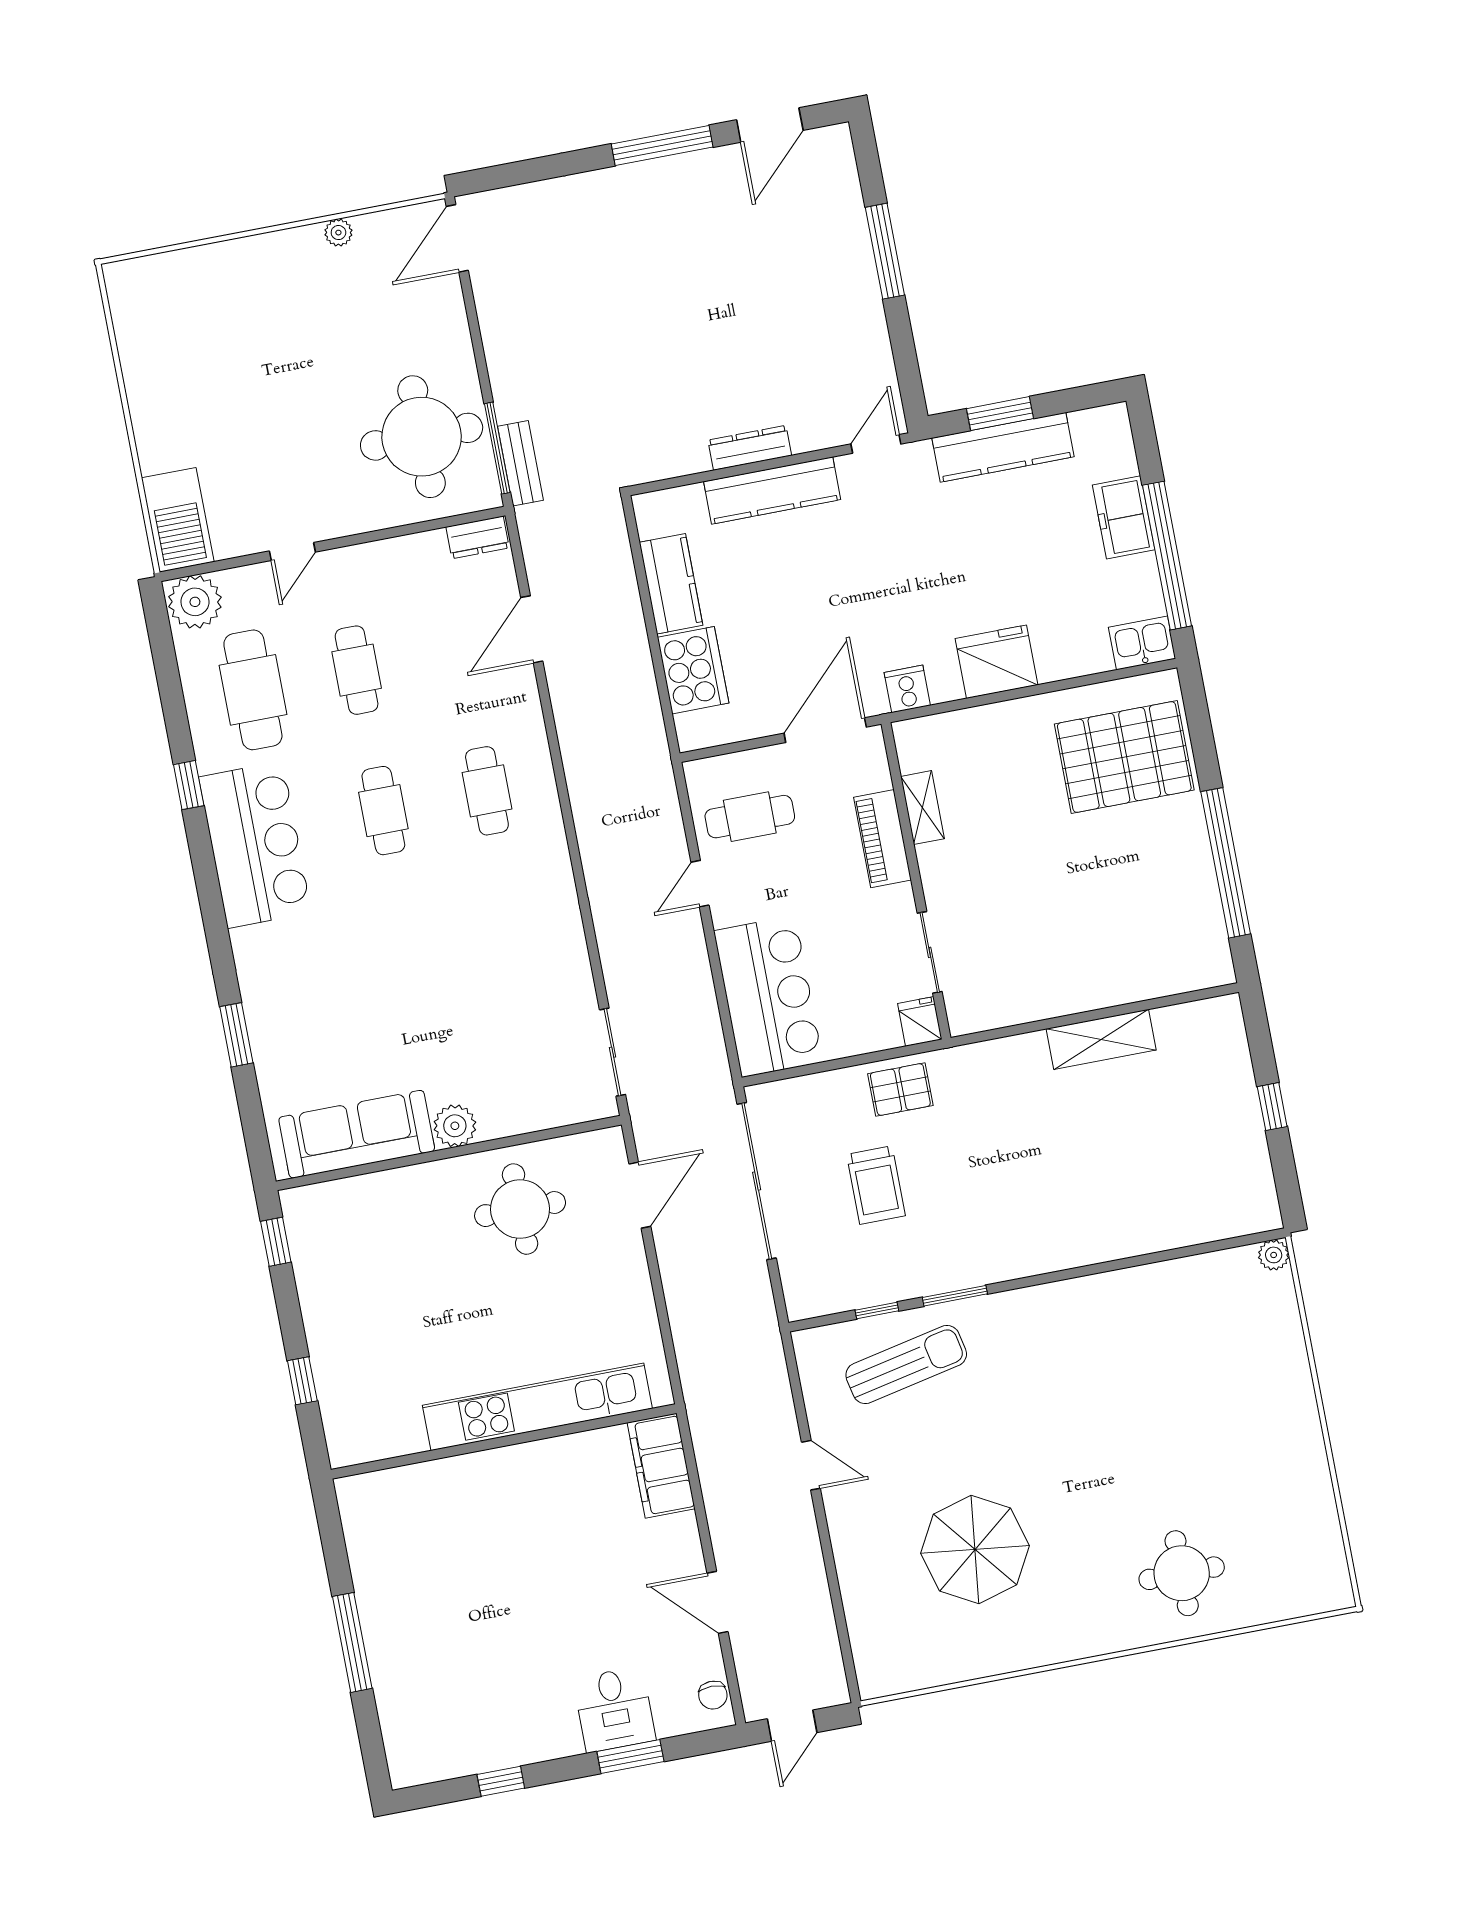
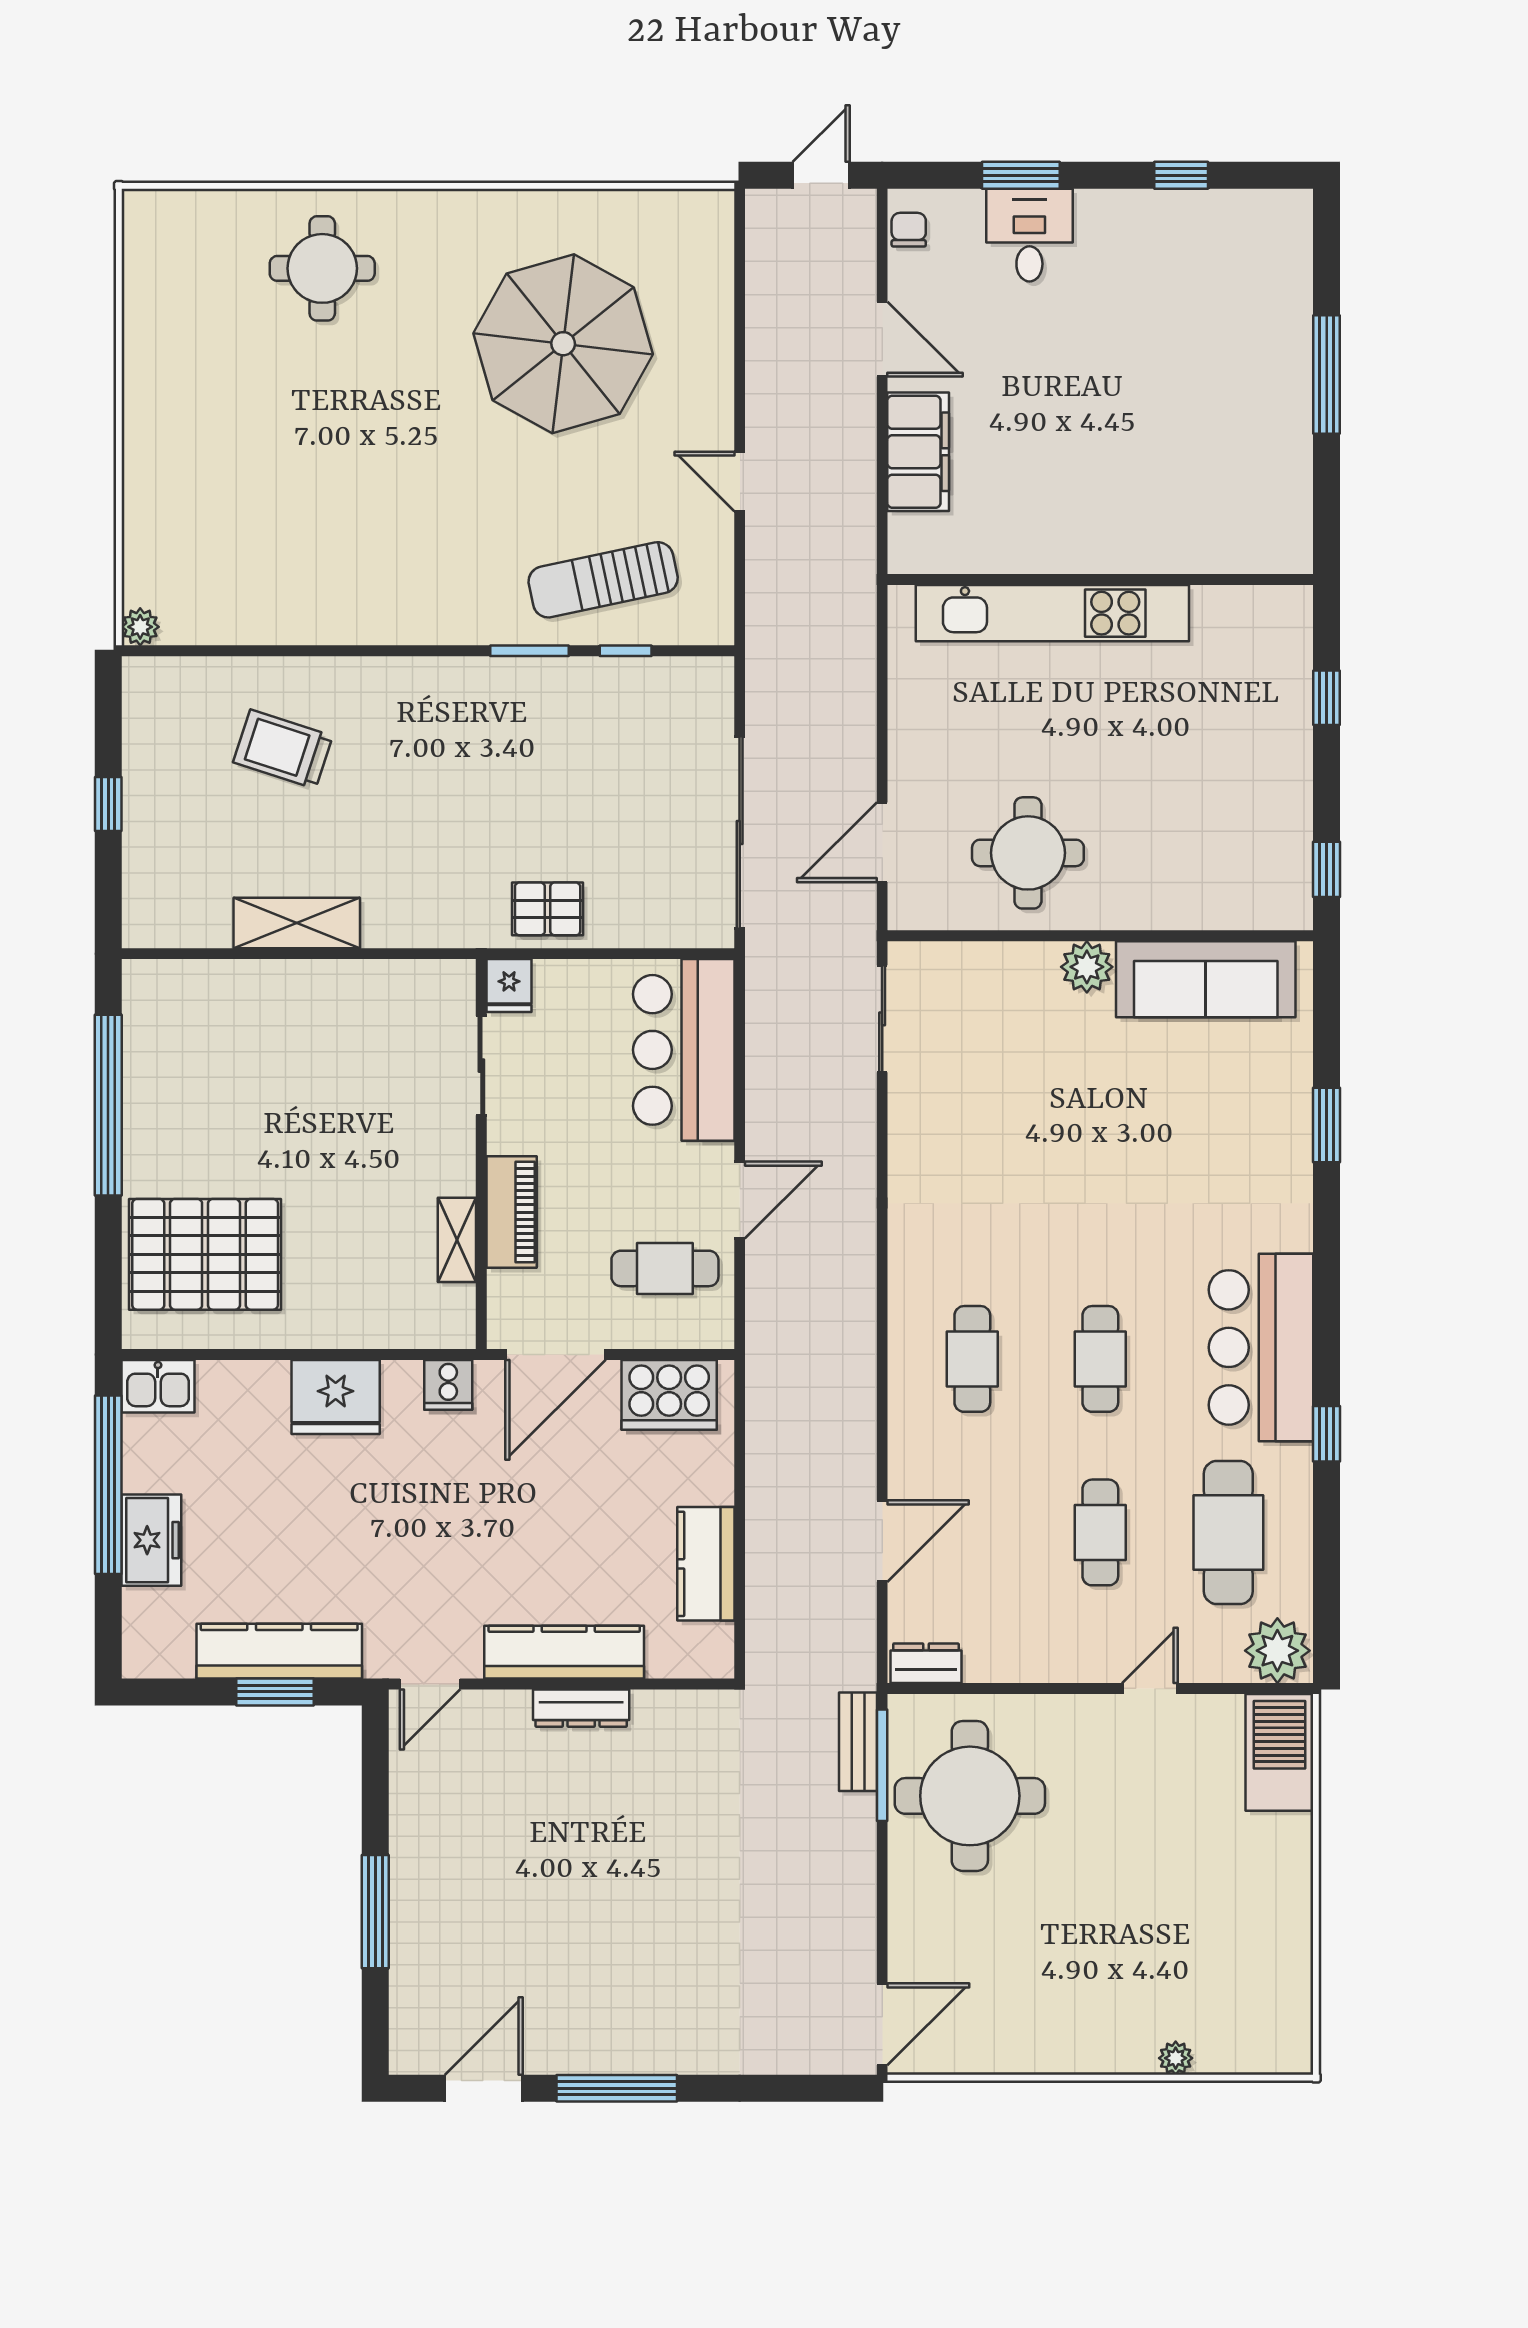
plant: (338, 233) -> (1176, 2058), moved
cooker: (693, 670) -> (669, 1395), moved, turned -90
door: (700, 884) -> (740, 1200), width x1.38
trolley: (876, 1185) -> (283, 749), moved, turned -72
filing cabinet: (661, 1466) -> (918, 452), moved
parasol: (975, 1549) -> (563, 344), width x1.36, depth x1.36

